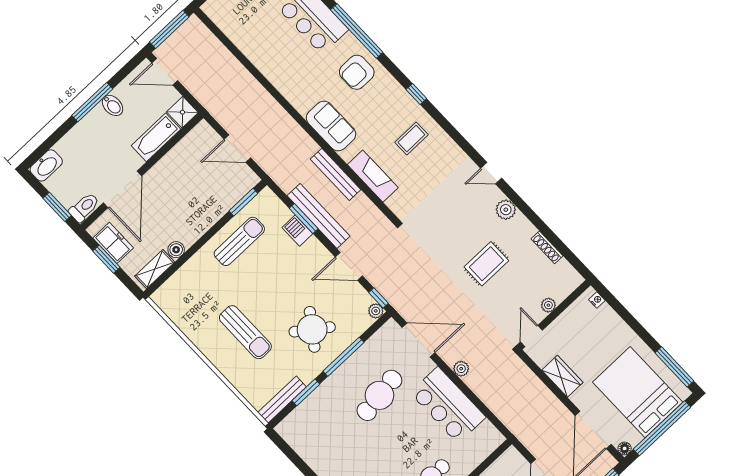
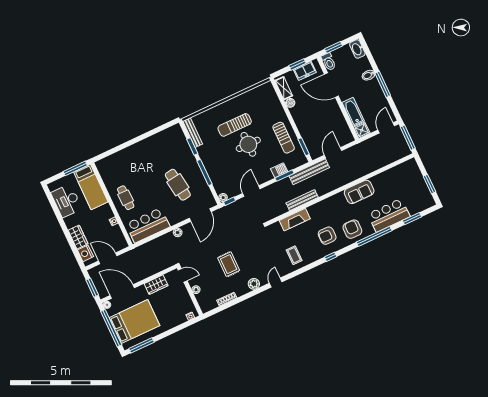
bidet: (113, 105) -> (368, 75), moved
armchair: (382, 112) -> (327, 236), added
sofa: (331, 126) -> (359, 192), moved
coffee table: (411, 138) -> (294, 255), moved
bench: (318, 216) -> (309, 172), moved
round table: (312, 329) -> (248, 144), moved, turned -36
bar counter: (448, 405) -> (148, 225), moved

